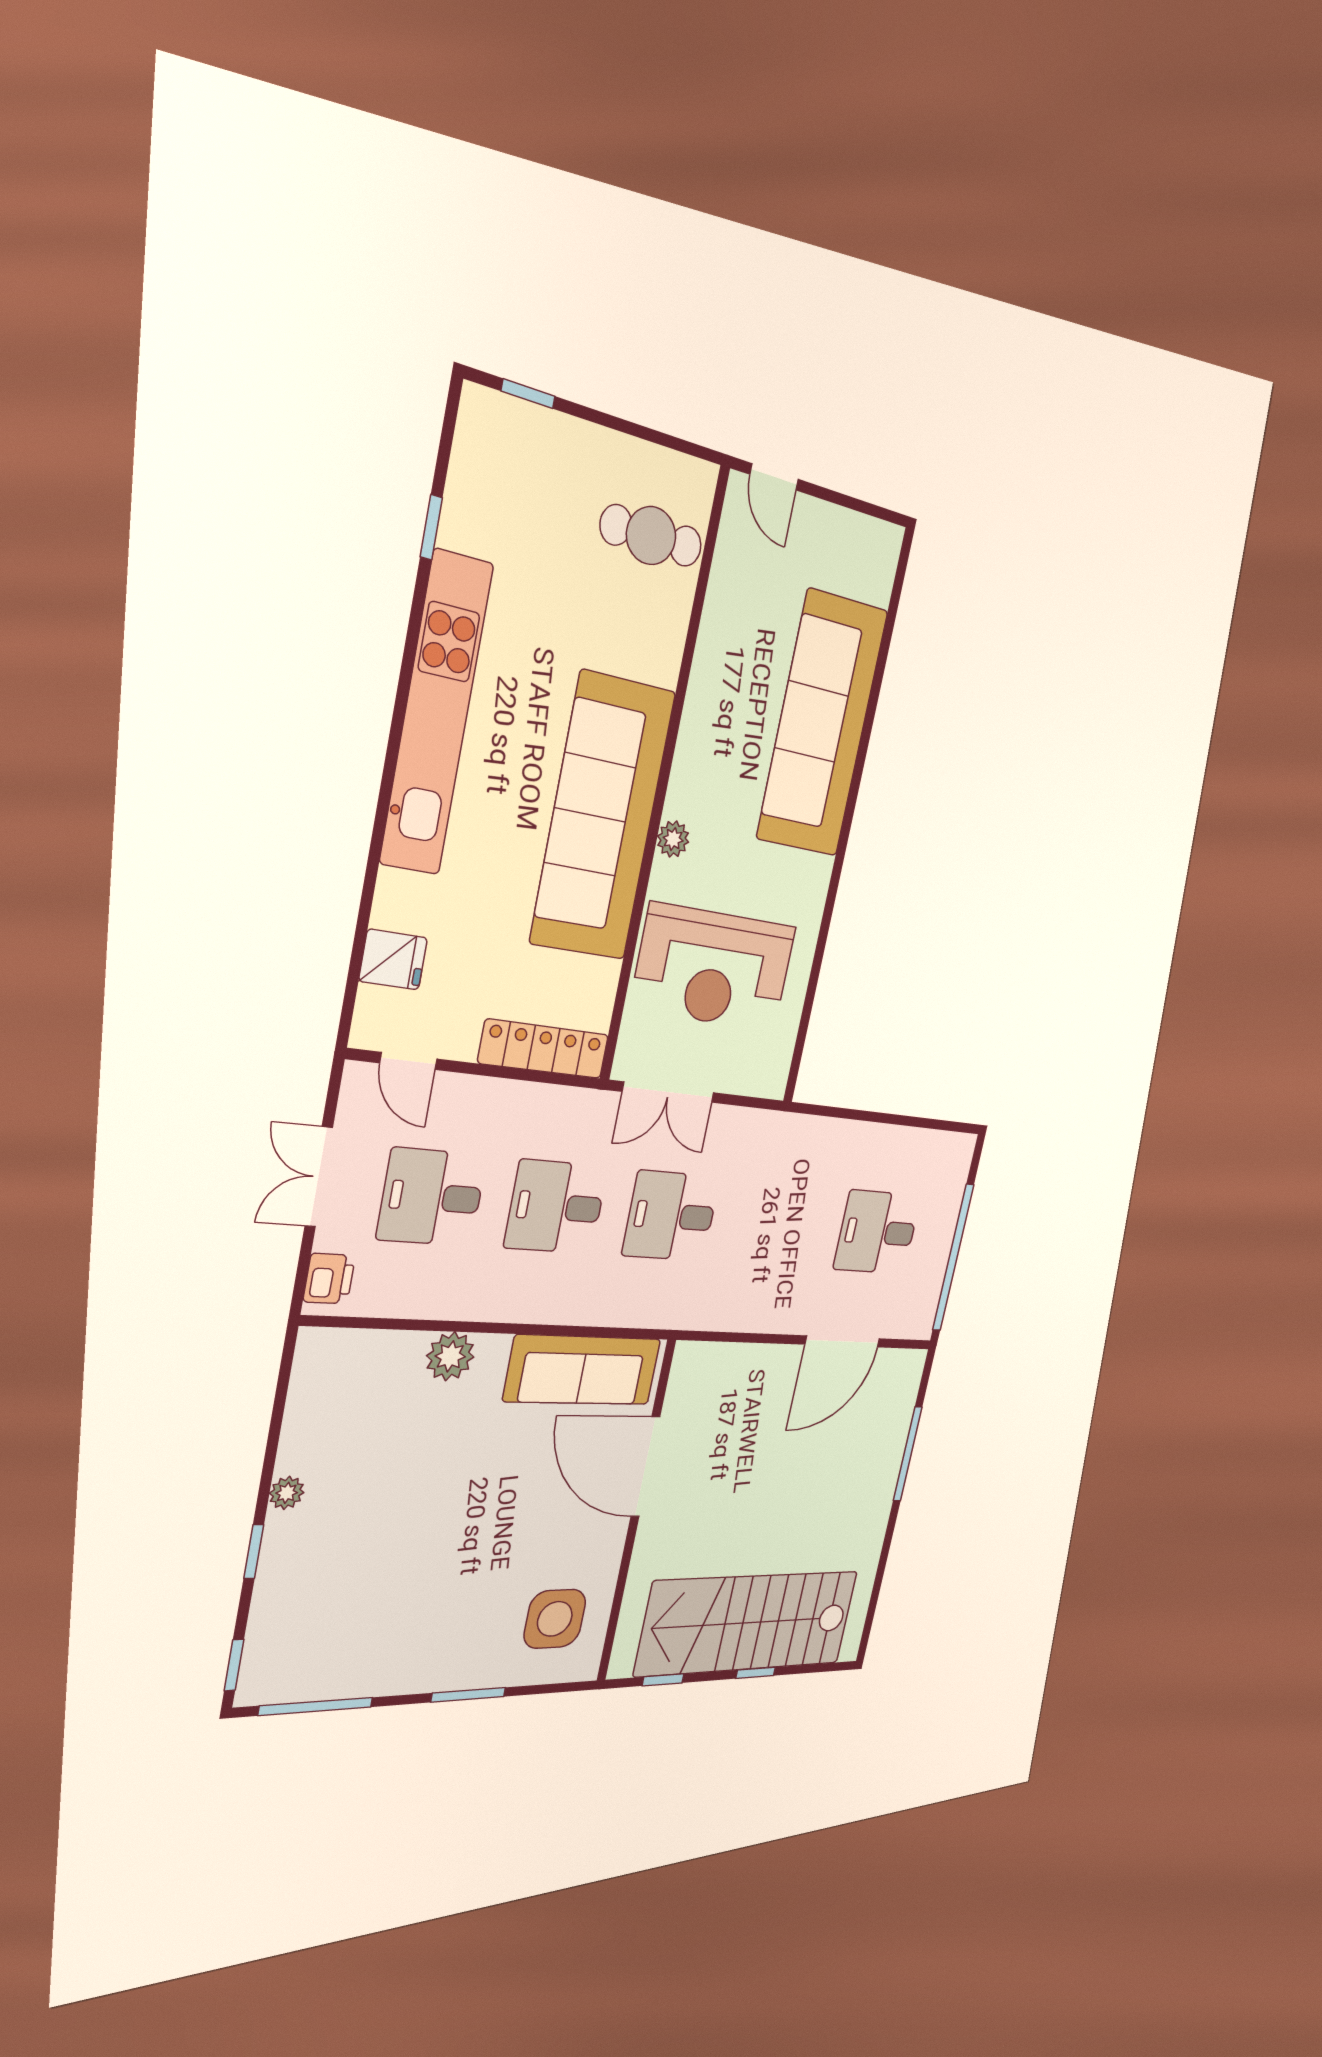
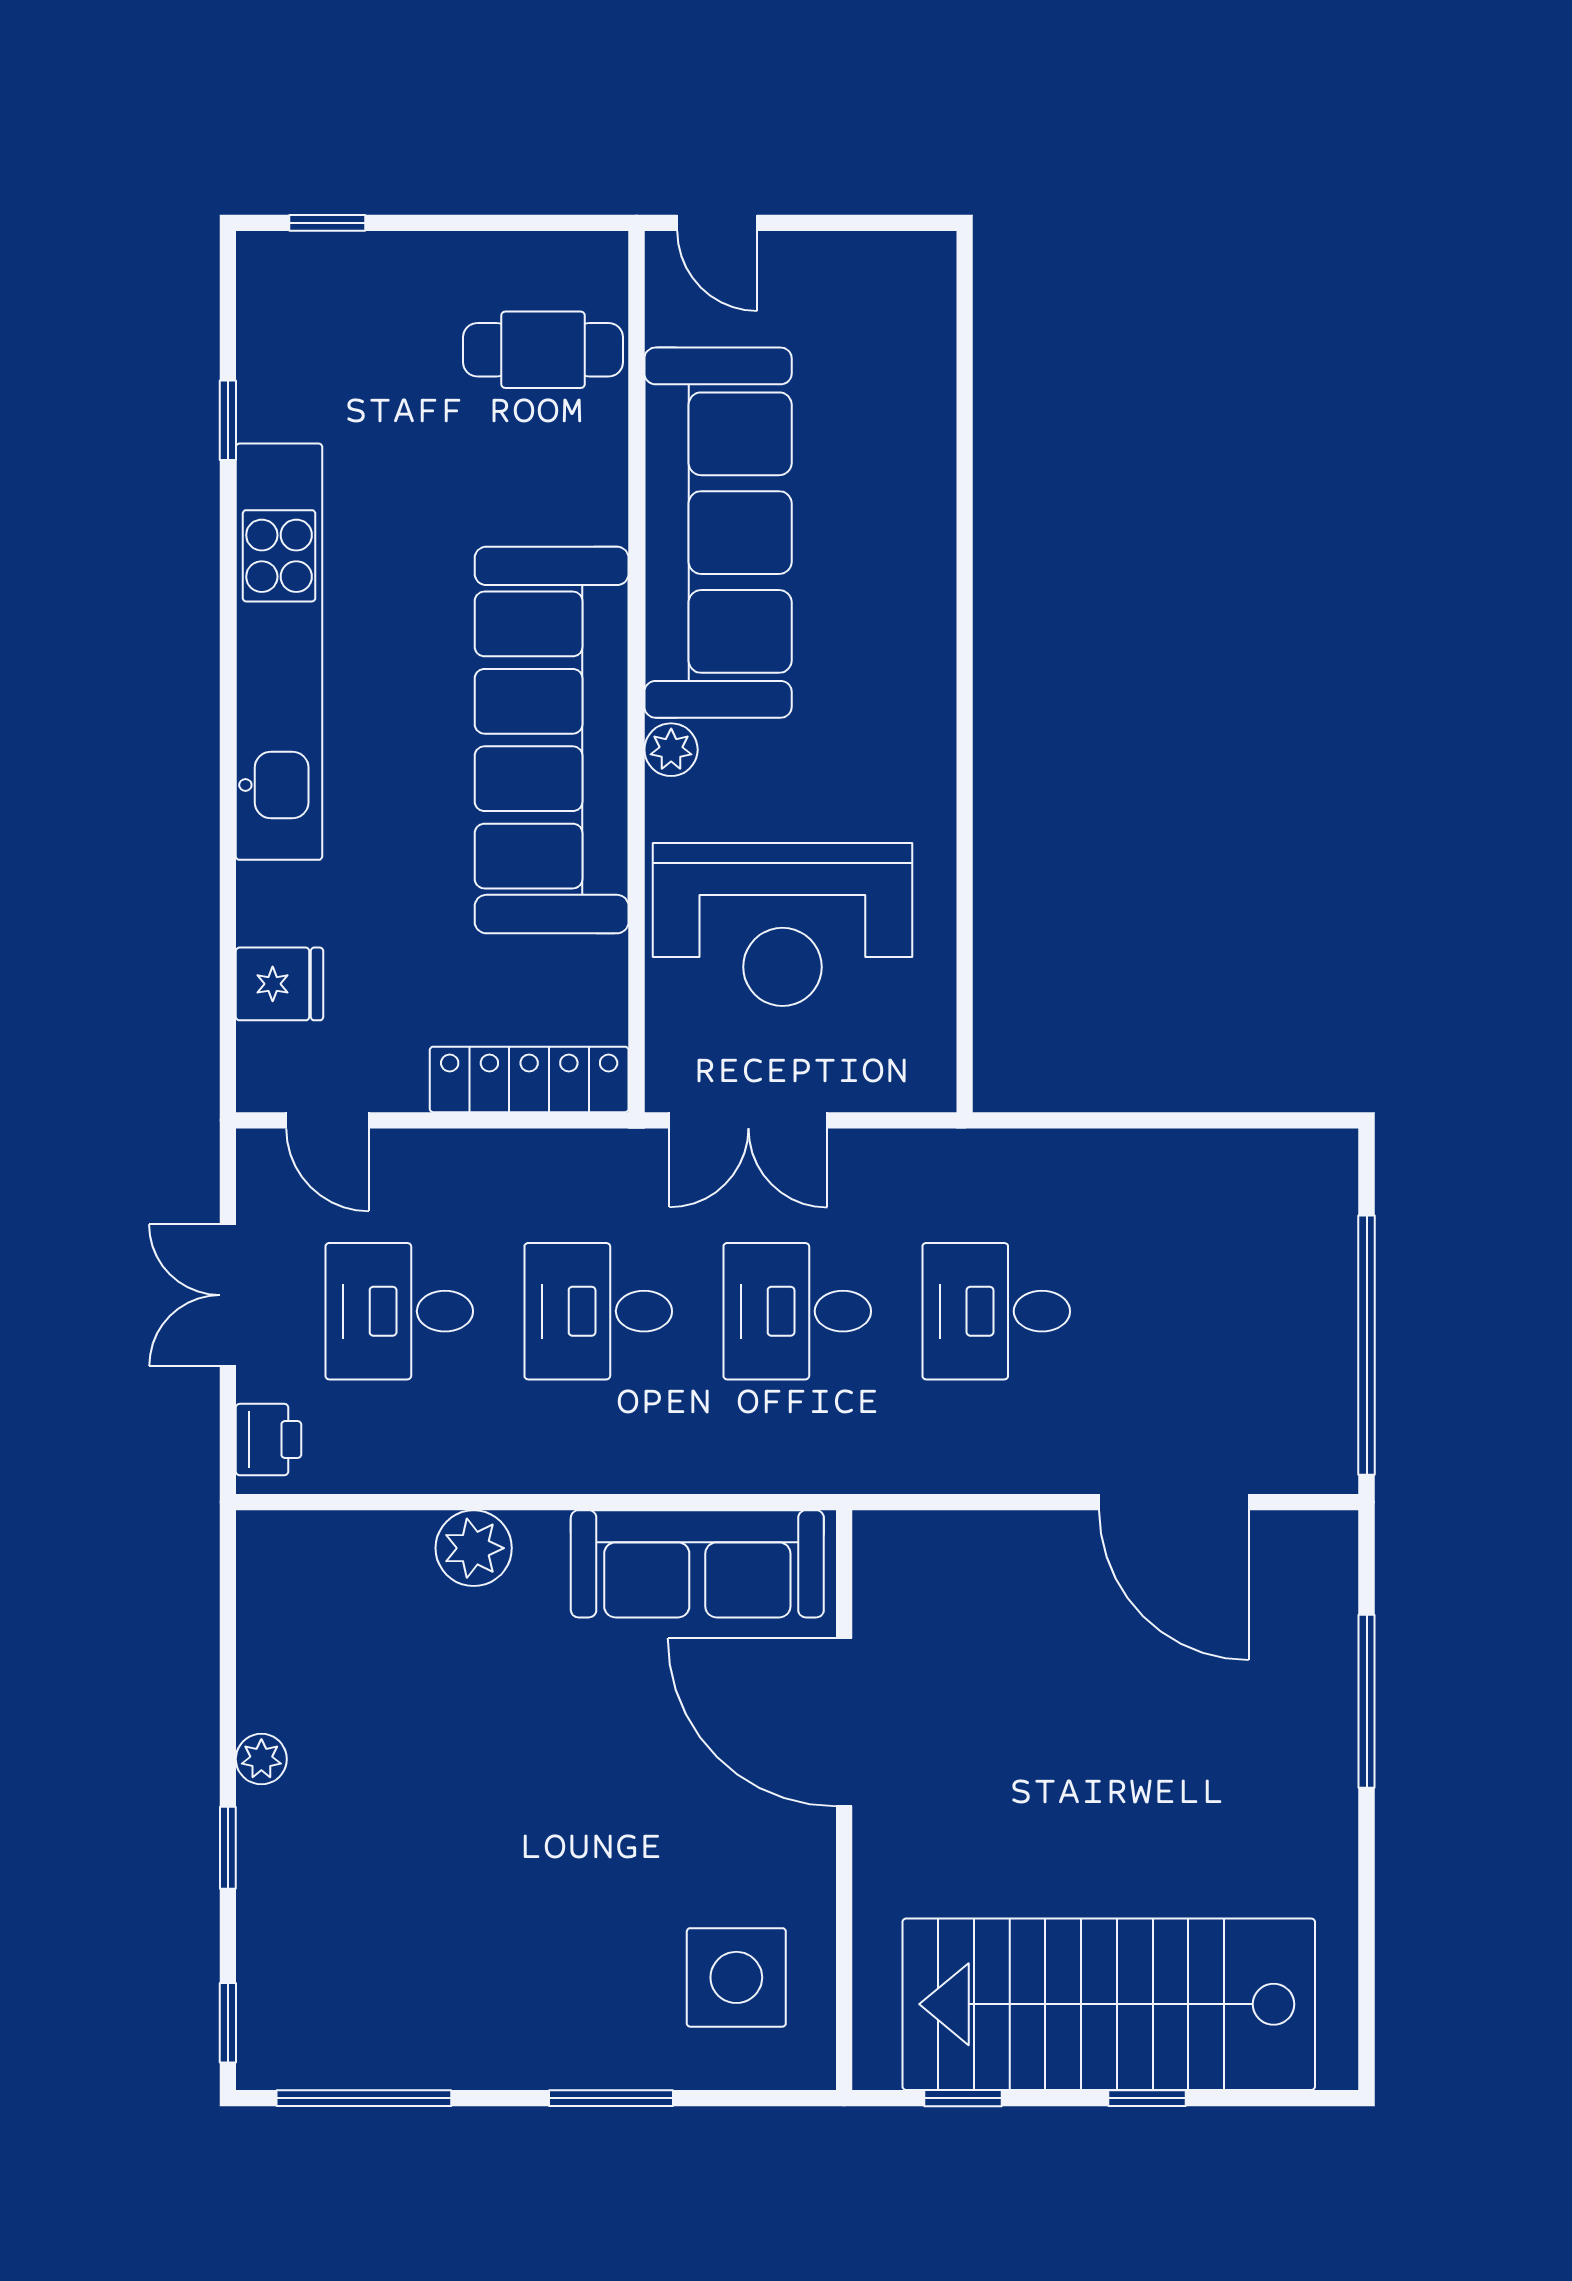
sofa: (822, 725) -> (718, 533), moved, turned 180
desk: (877, 1232) -> (996, 1311), moved
door: (842, 1341) -> (1174, 1502), hinge flipped

